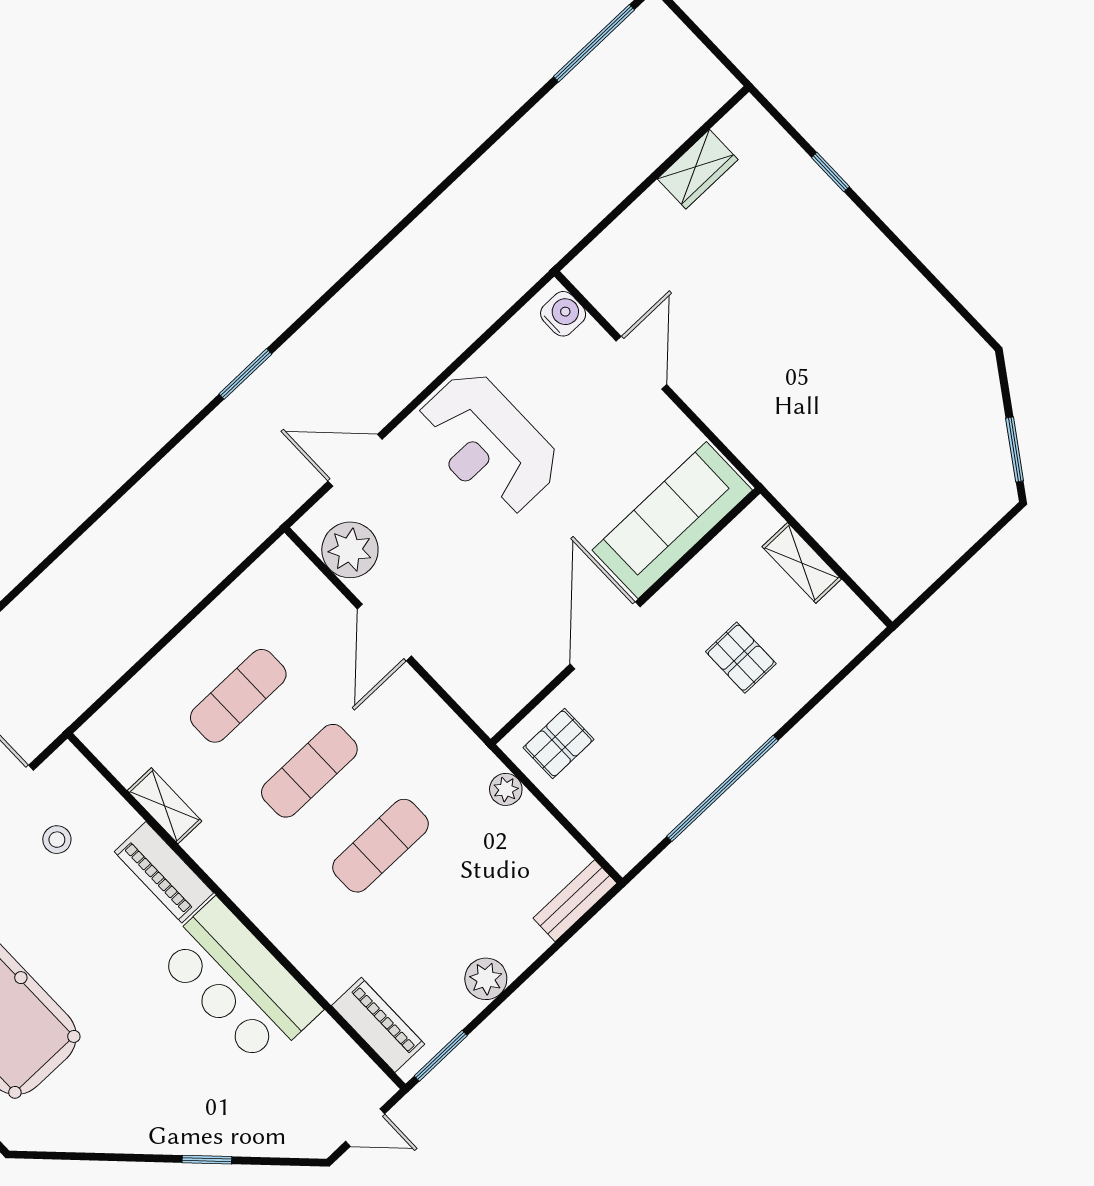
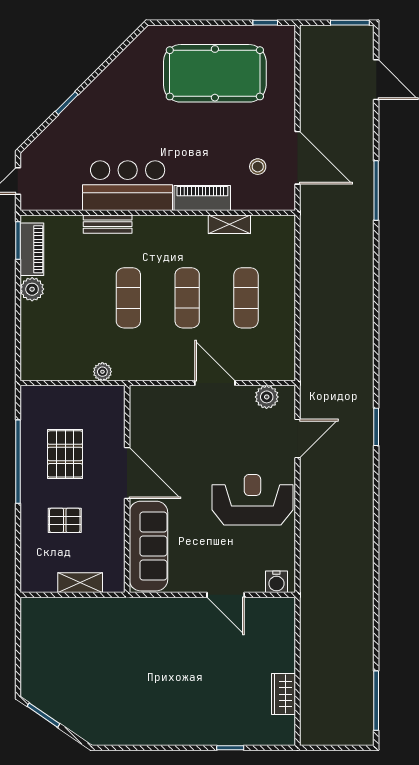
plant: (350, 550) -> (267, 397), width x0.73, depth x0.73
pallet: (559, 743) -> (65, 454), moved, width x1.50, depth x1.42
bench: (575, 901) -> (108, 224), moved, turned 90
piano: (378, 1025) -> (32, 249), moved, turned -90

